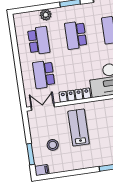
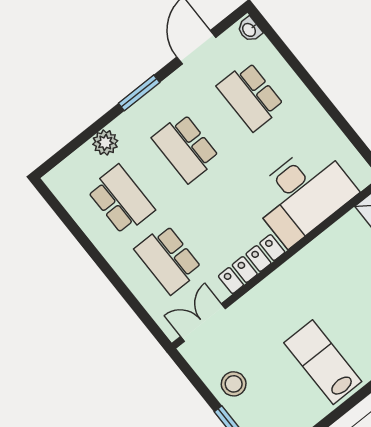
lab bench: (79, 128) -> (323, 362), moved
stool: (53, 145) -> (234, 384), moved

